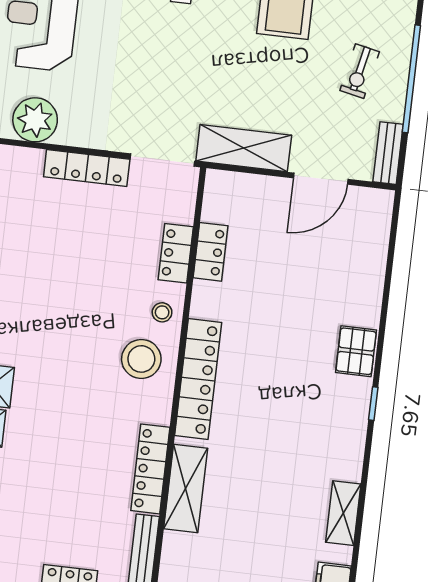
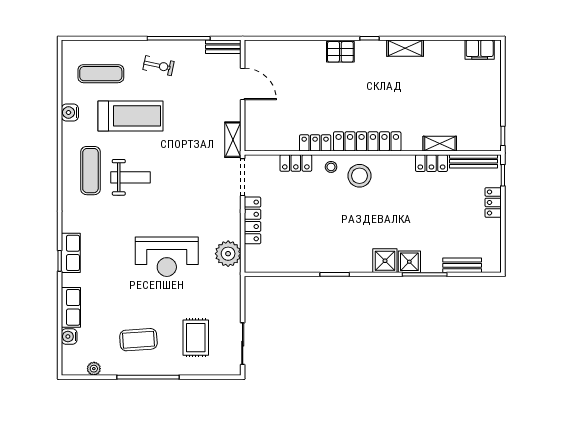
exercise bike: (360, 71) -> (158, 66), moved
shelving: (244, 148) -> (233, 140), width x0.67, depth x0.75
locker: (210, 252) -> (315, 143), moved
locker: (150, 469) -> (431, 163), width x0.66
shelving: (186, 488) -> (440, 144), width x0.67, depth x0.75
shelving: (343, 513) -> (405, 48), moved

